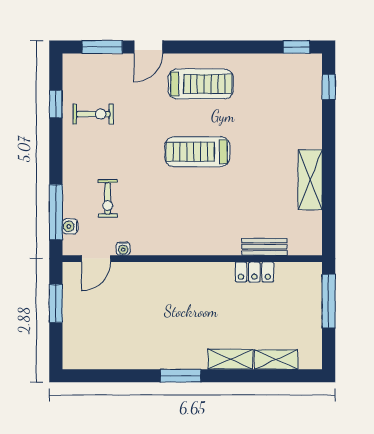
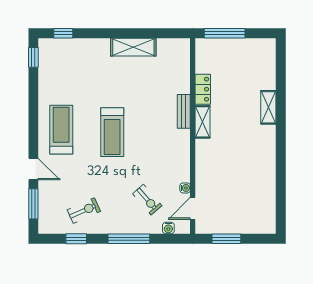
exercise bike: (93, 114) -> (84, 211), turned 66
exercise bike: (108, 198) -> (147, 200), turned 49
window: (56, 212) -> (129, 239), moved
bench: (264, 247) -> (184, 111), moved
door: (96, 259) -> (193, 208), swing flipped
shelving: (276, 360) -> (202, 122), moved
window: (181, 376) -> (281, 145), removed

